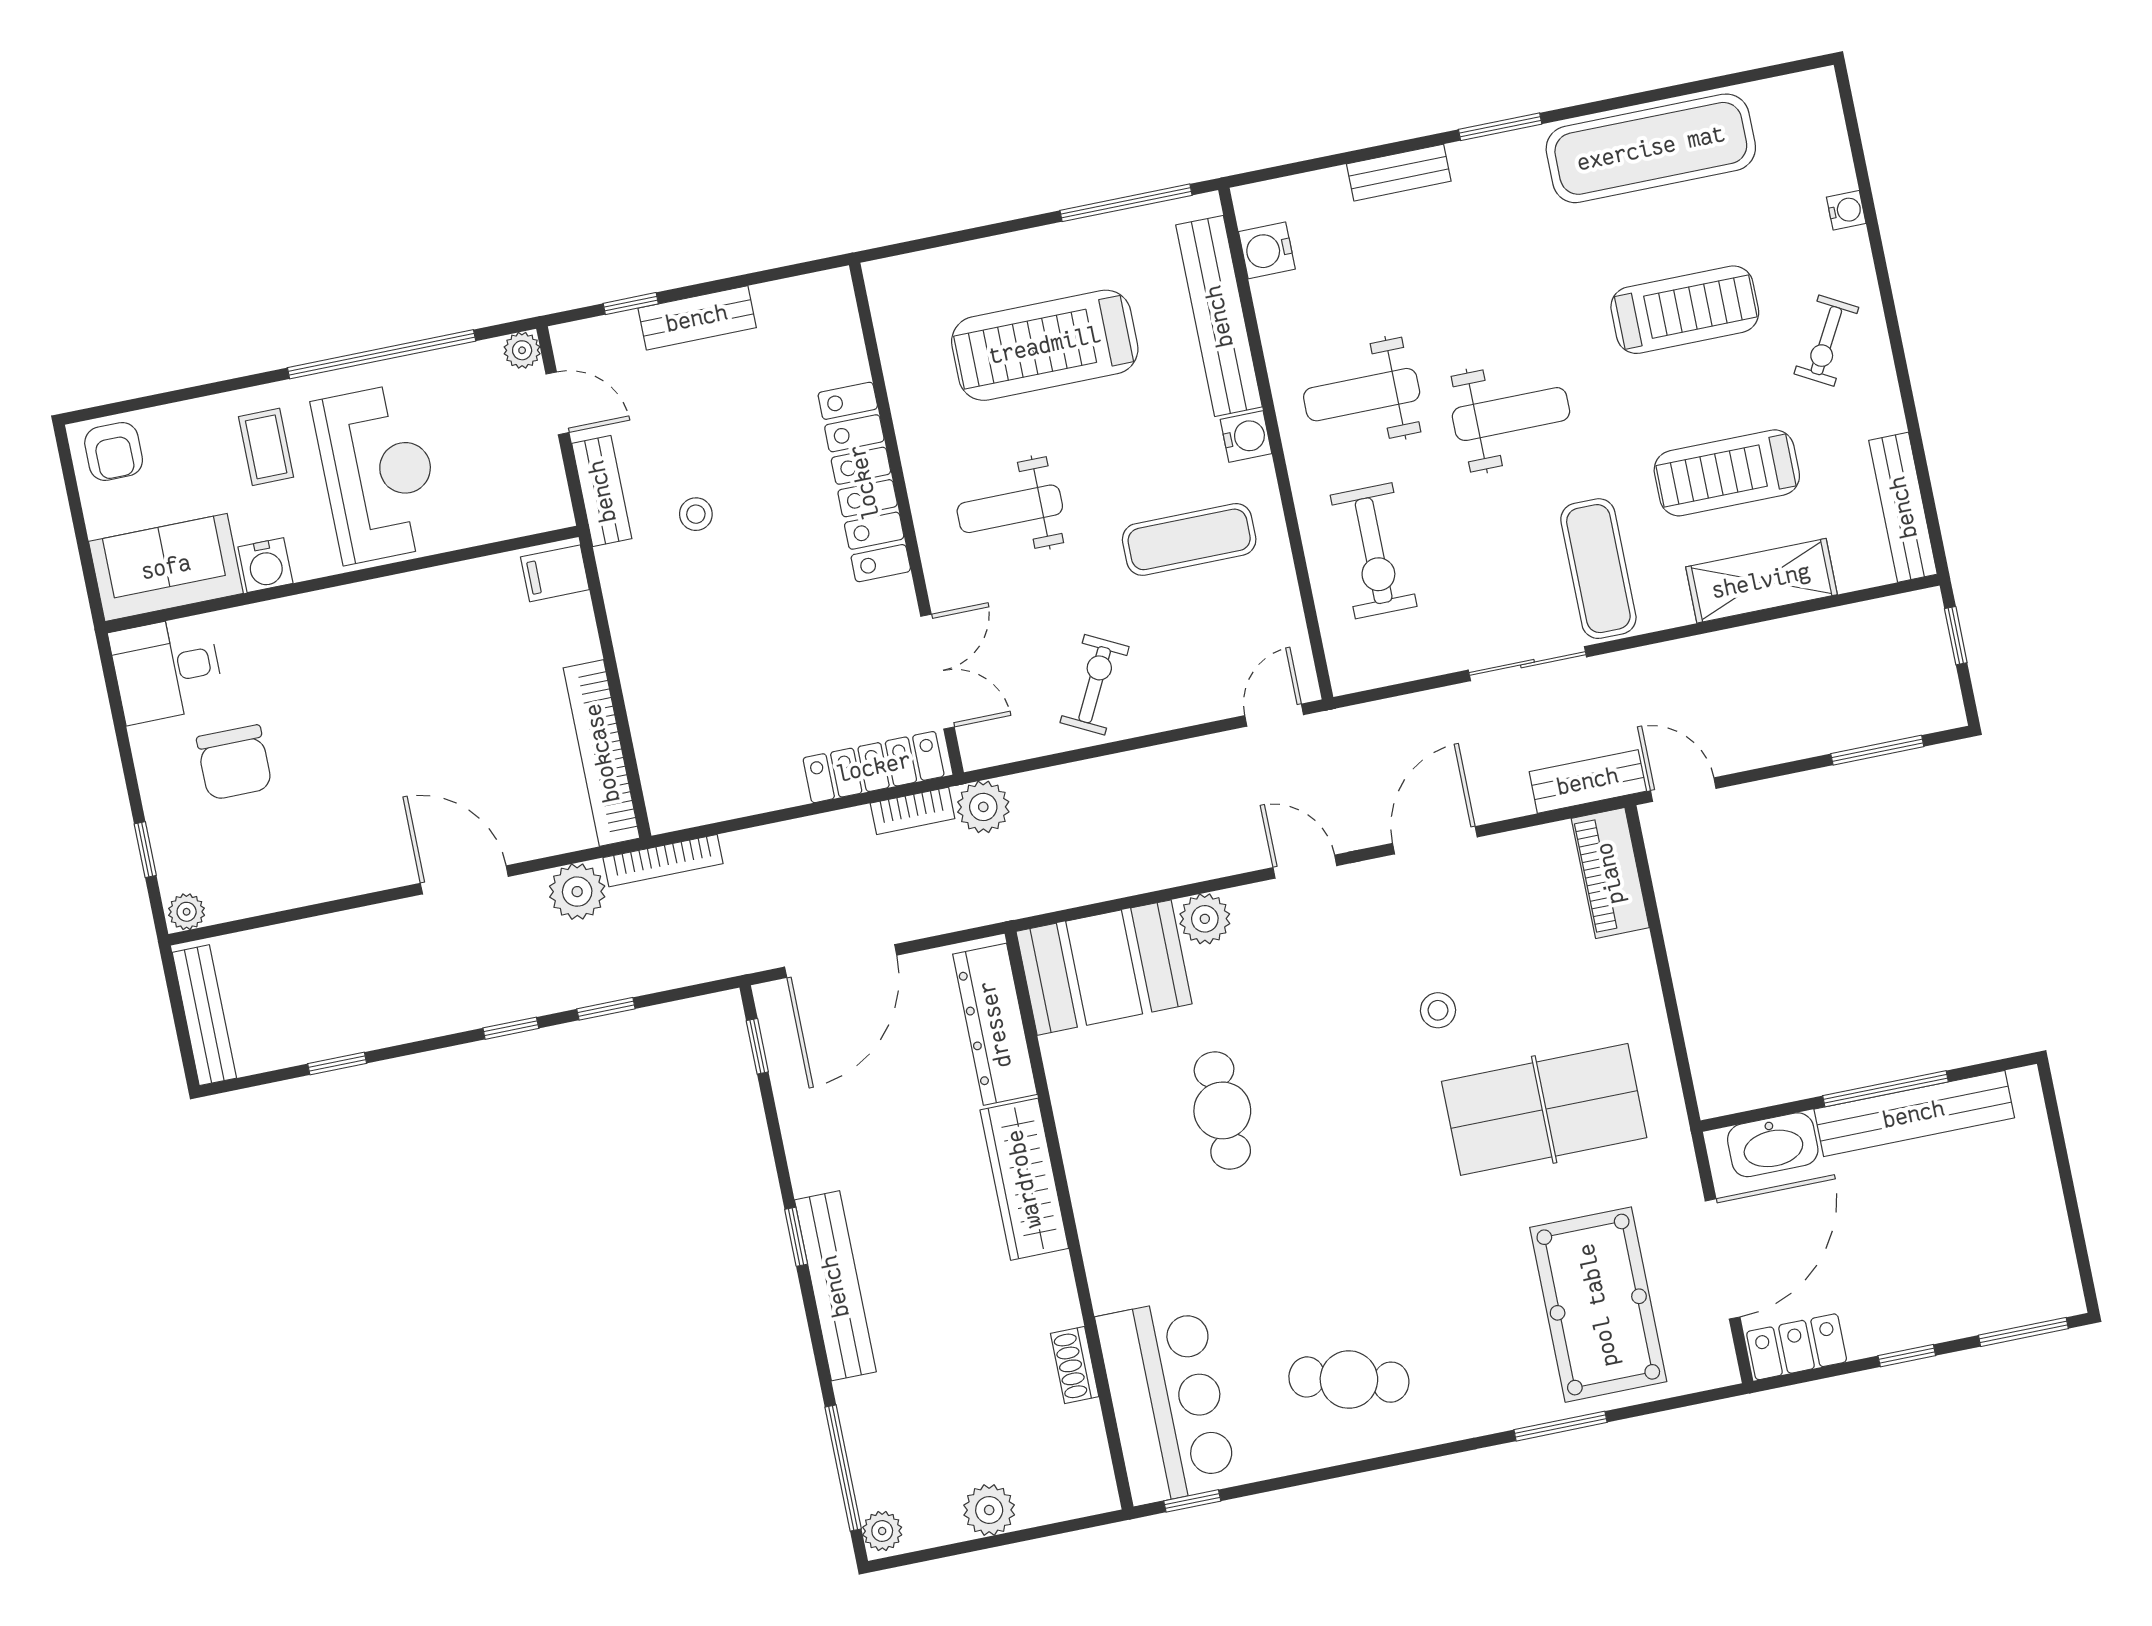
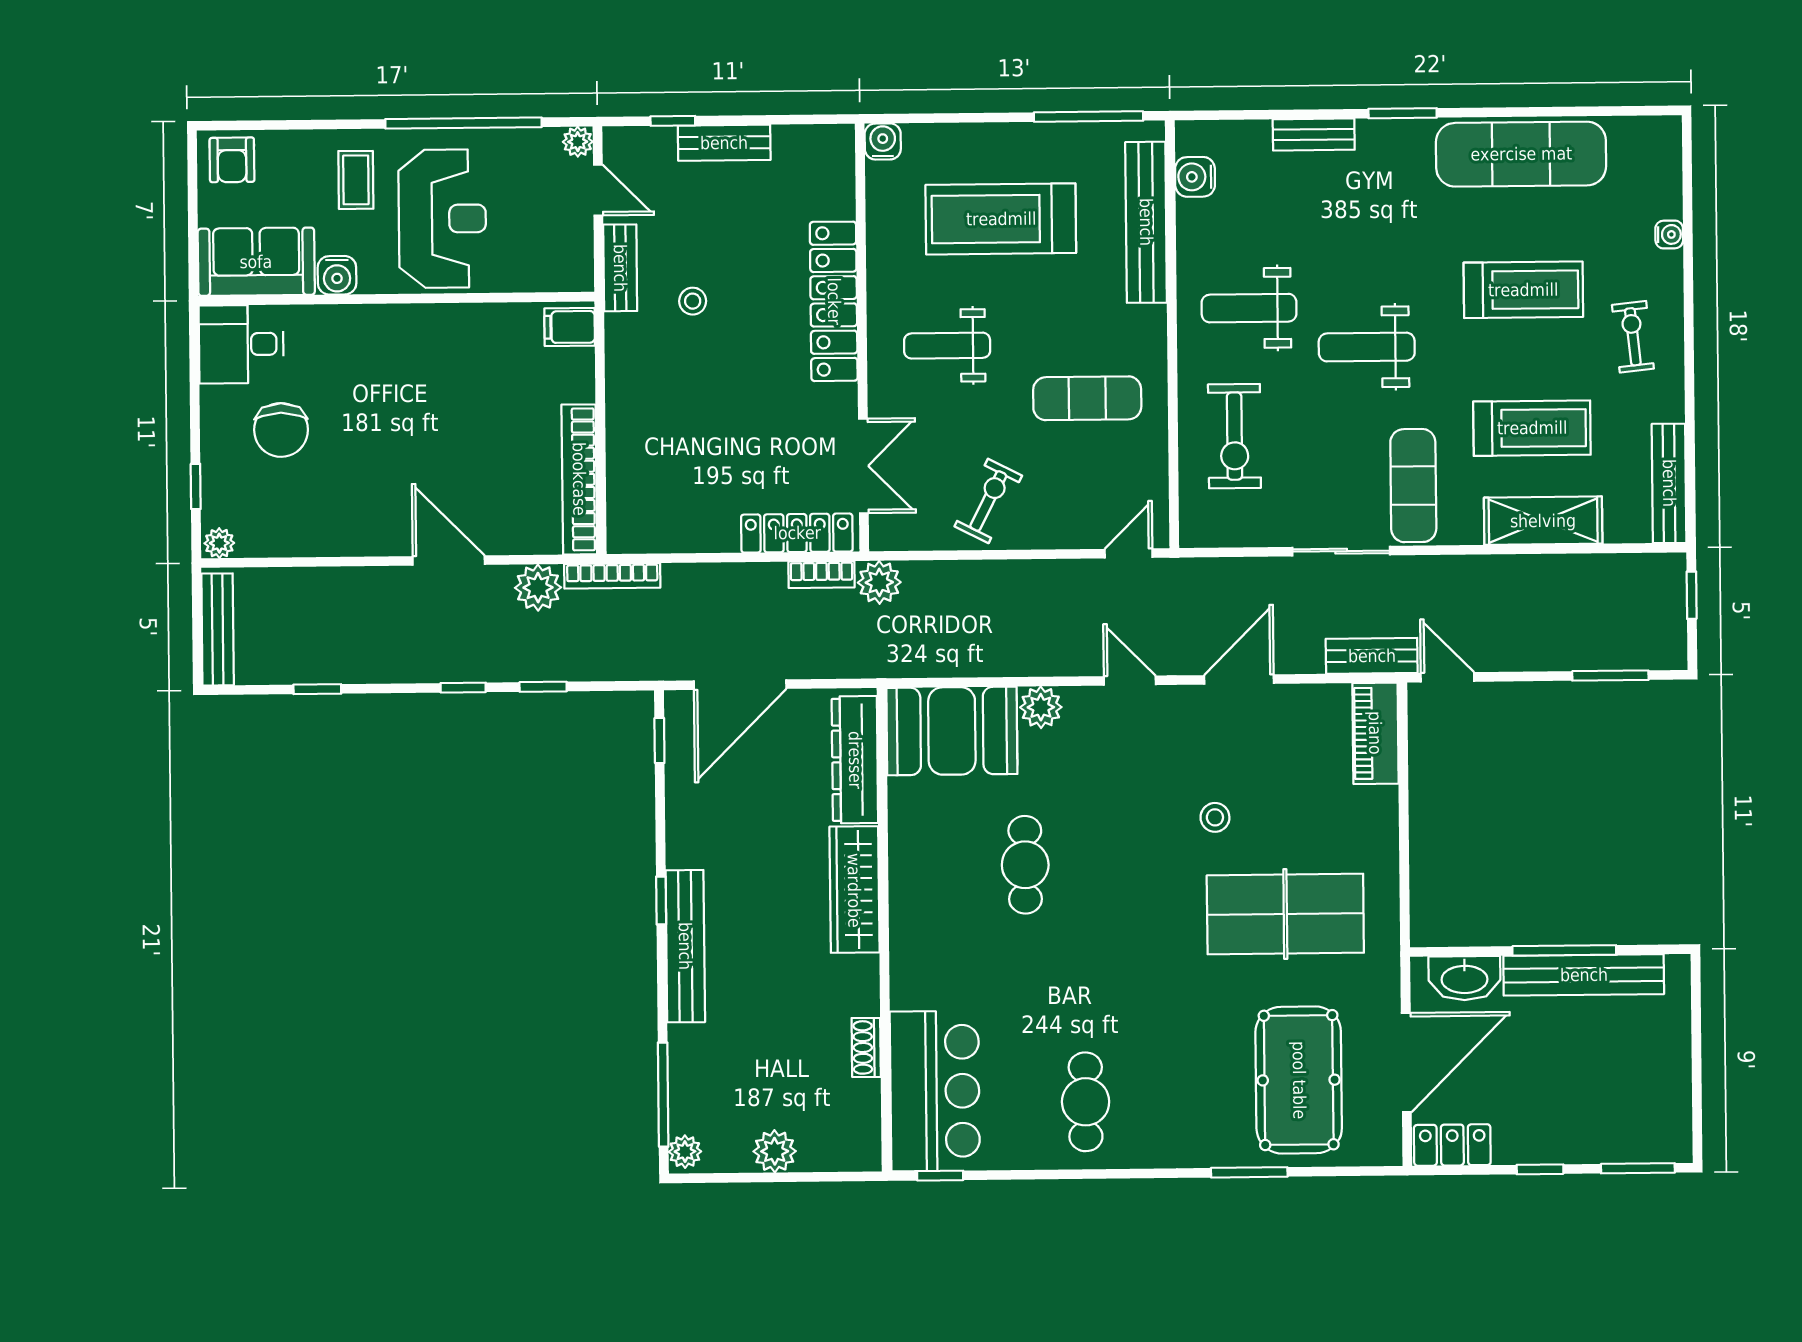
exercise bike: (1826, 341) -> (1633, 337), turned 145
weight bench: (1511, 414) -> (1367, 347), turned 180
water cooler: (1246, 437) -> (883, 141), moved, turned -90
treadmill: (1727, 473) -> (1532, 428), turned 180
cafe table: (1349, 1380) -> (1086, 1102), turned 75

